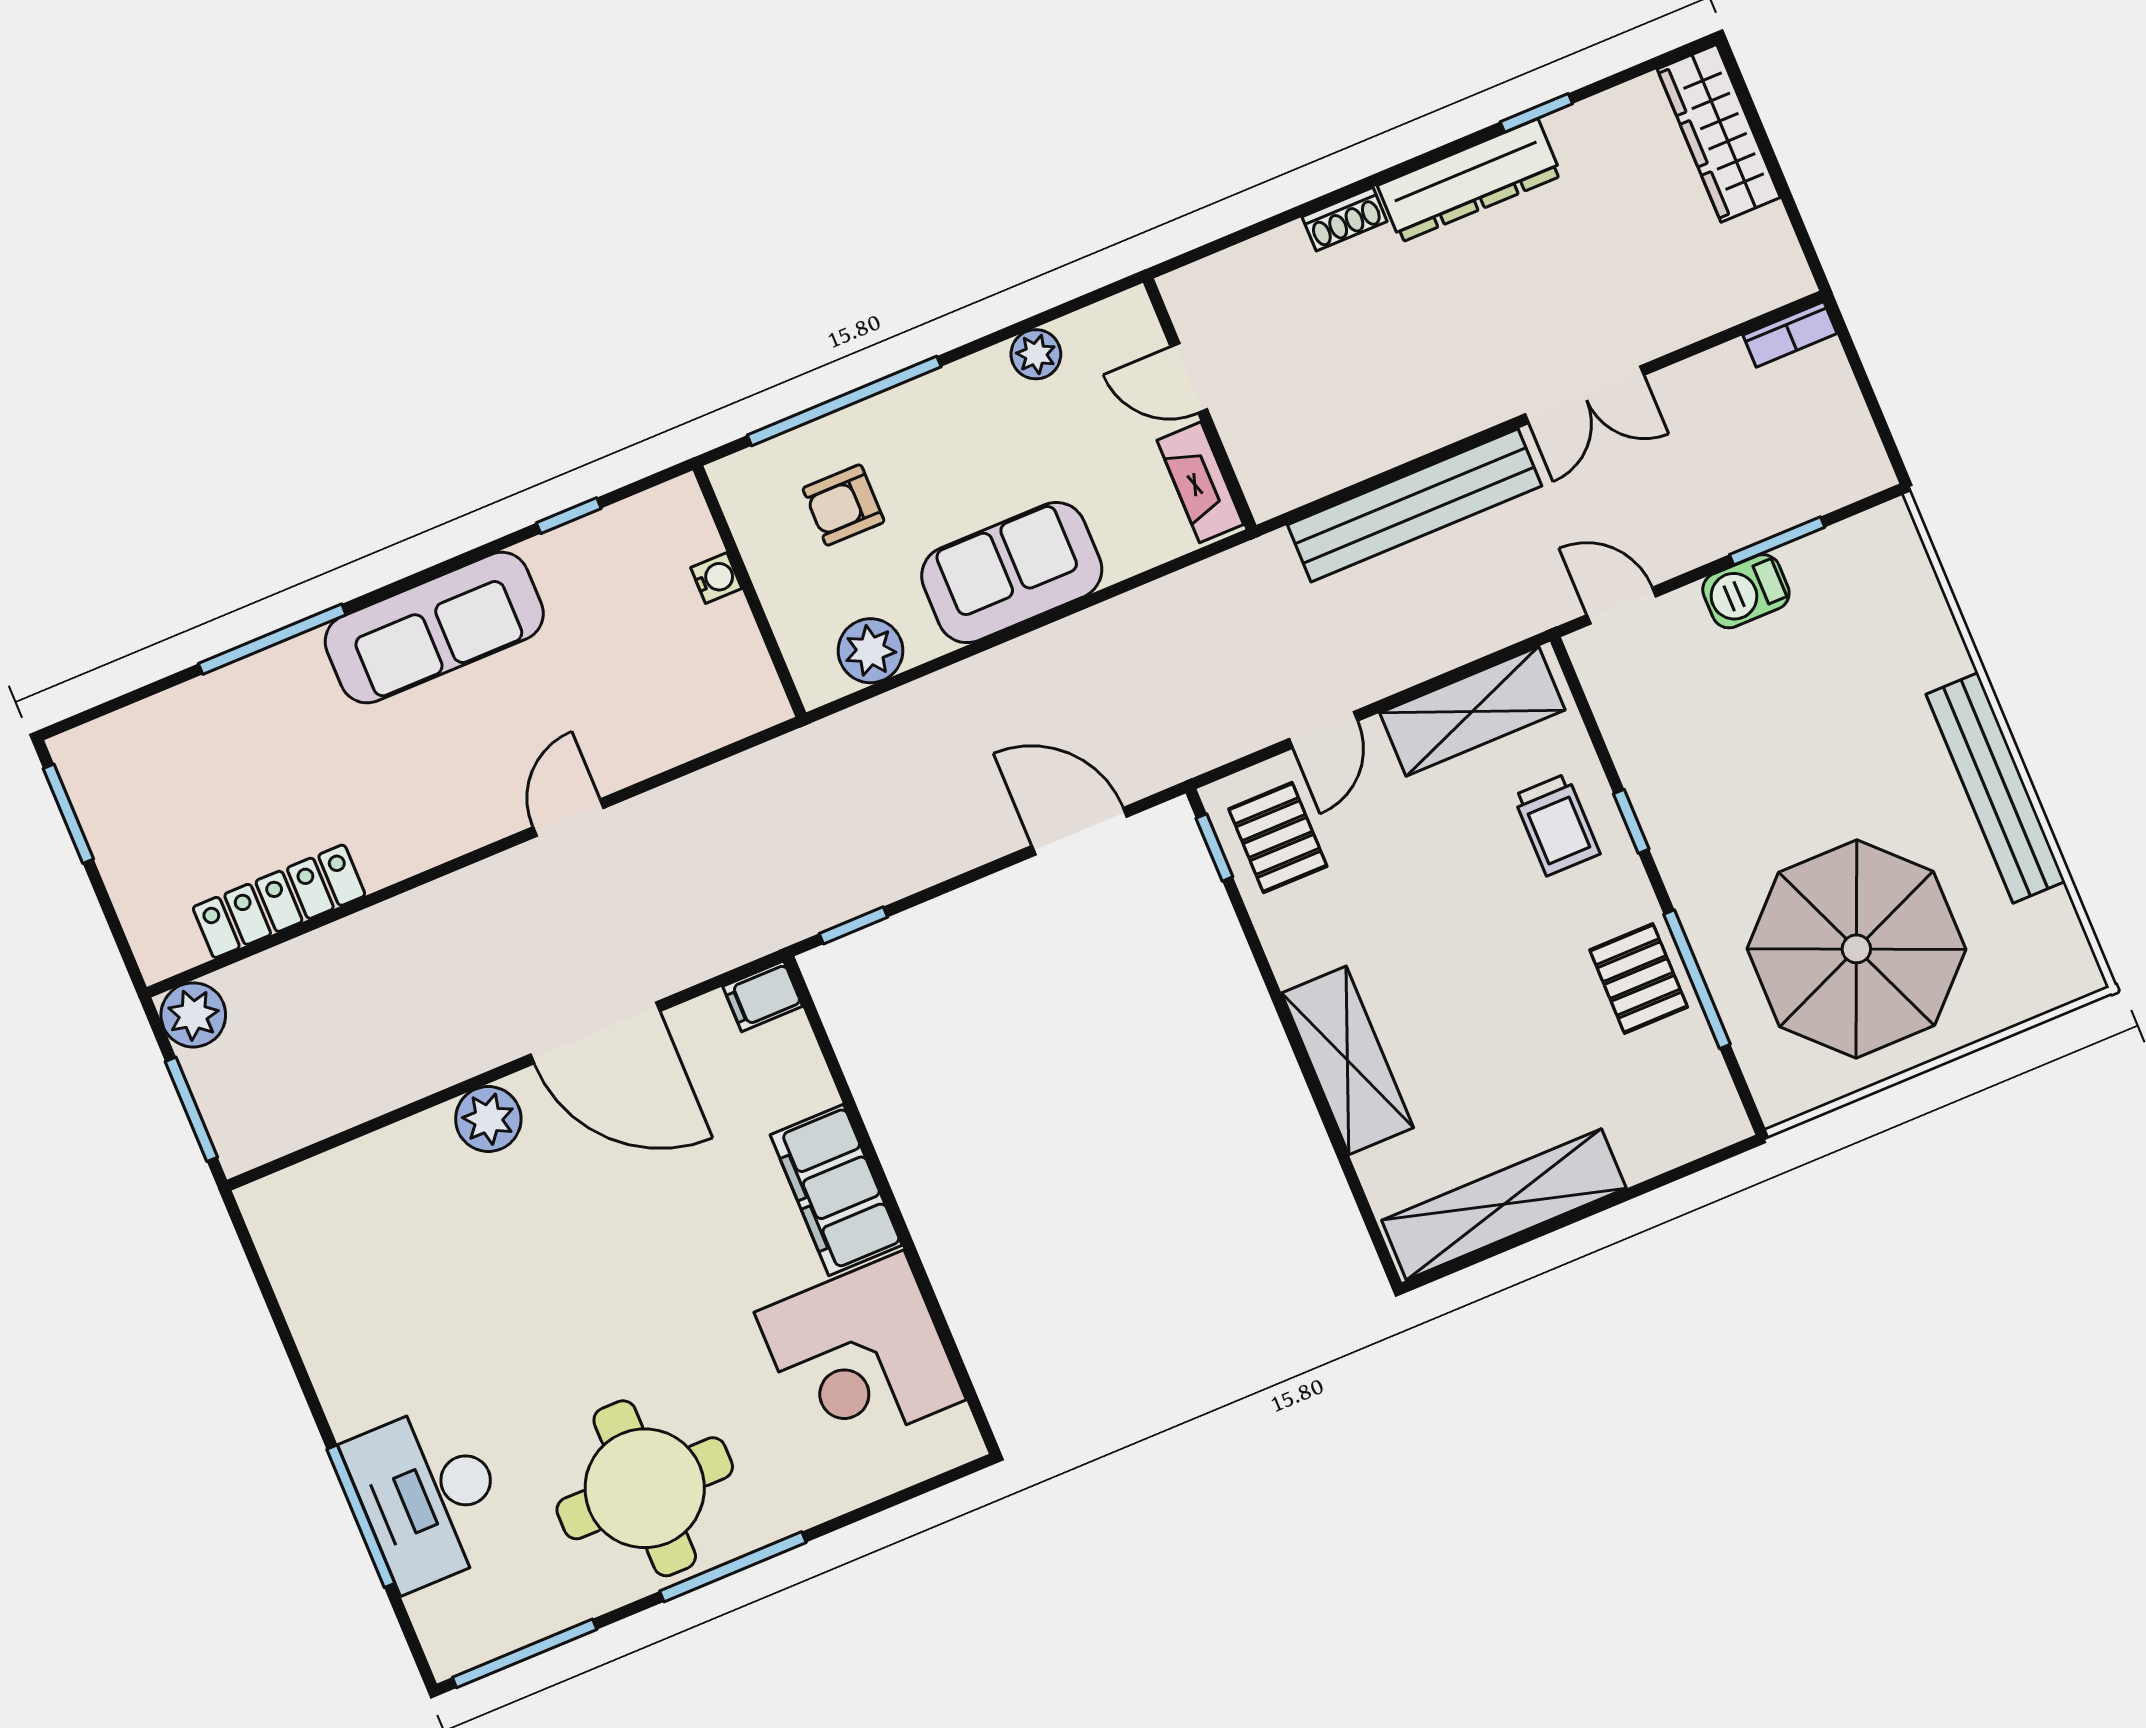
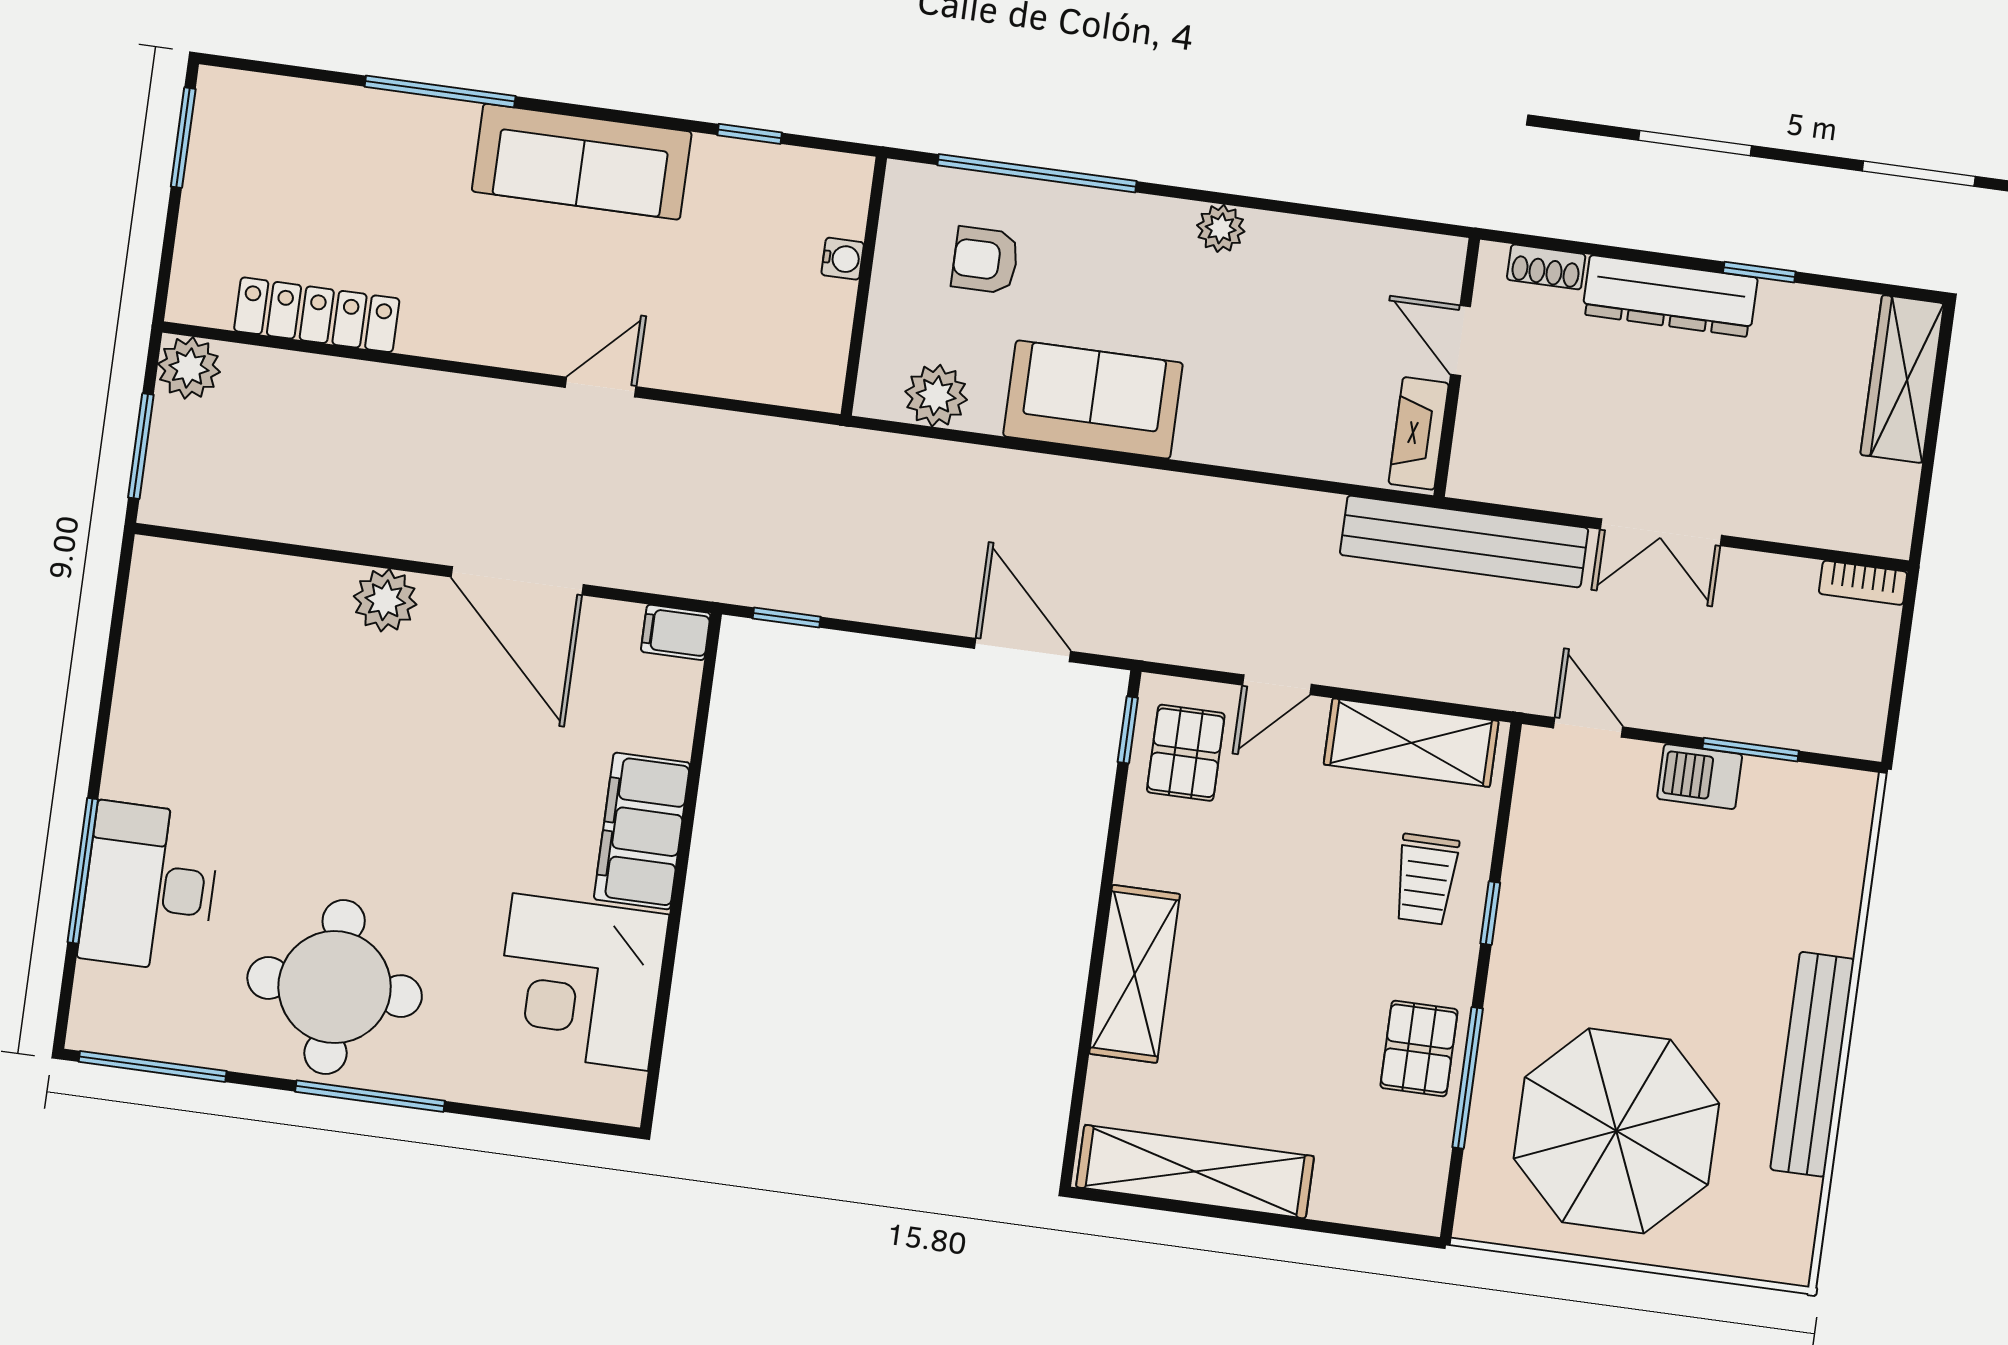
door: (1189, 378) -> (1460, 341), moved
wall: (1200, 404) -> (1457, 367), moved
fireplace: (1200, 482) -> (1419, 433), moved

